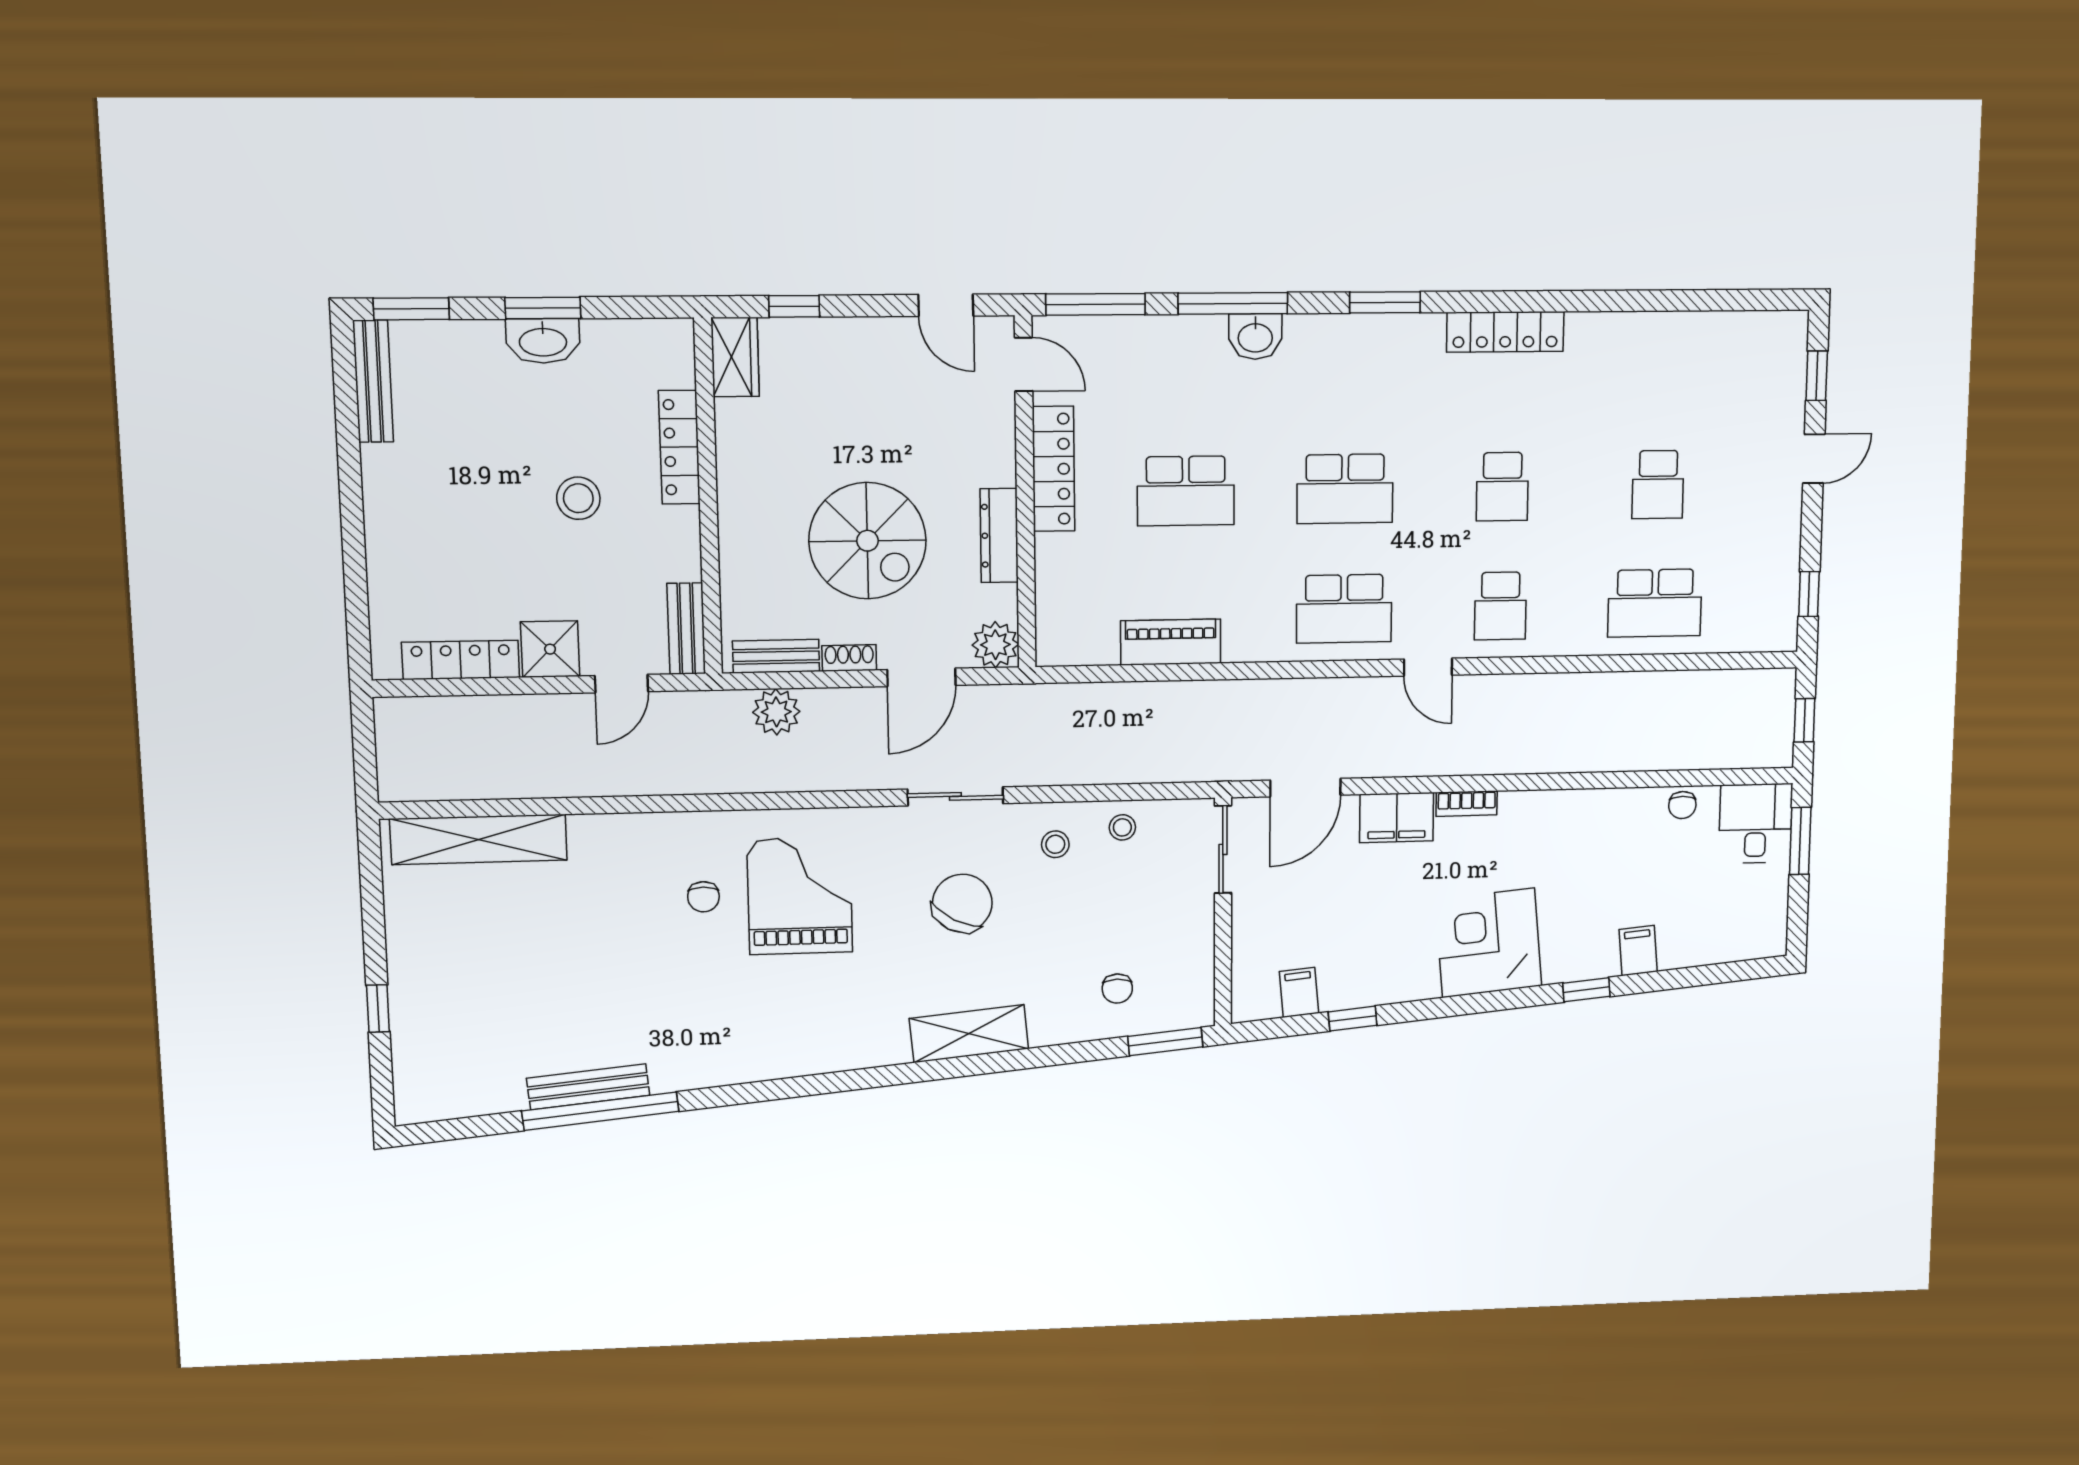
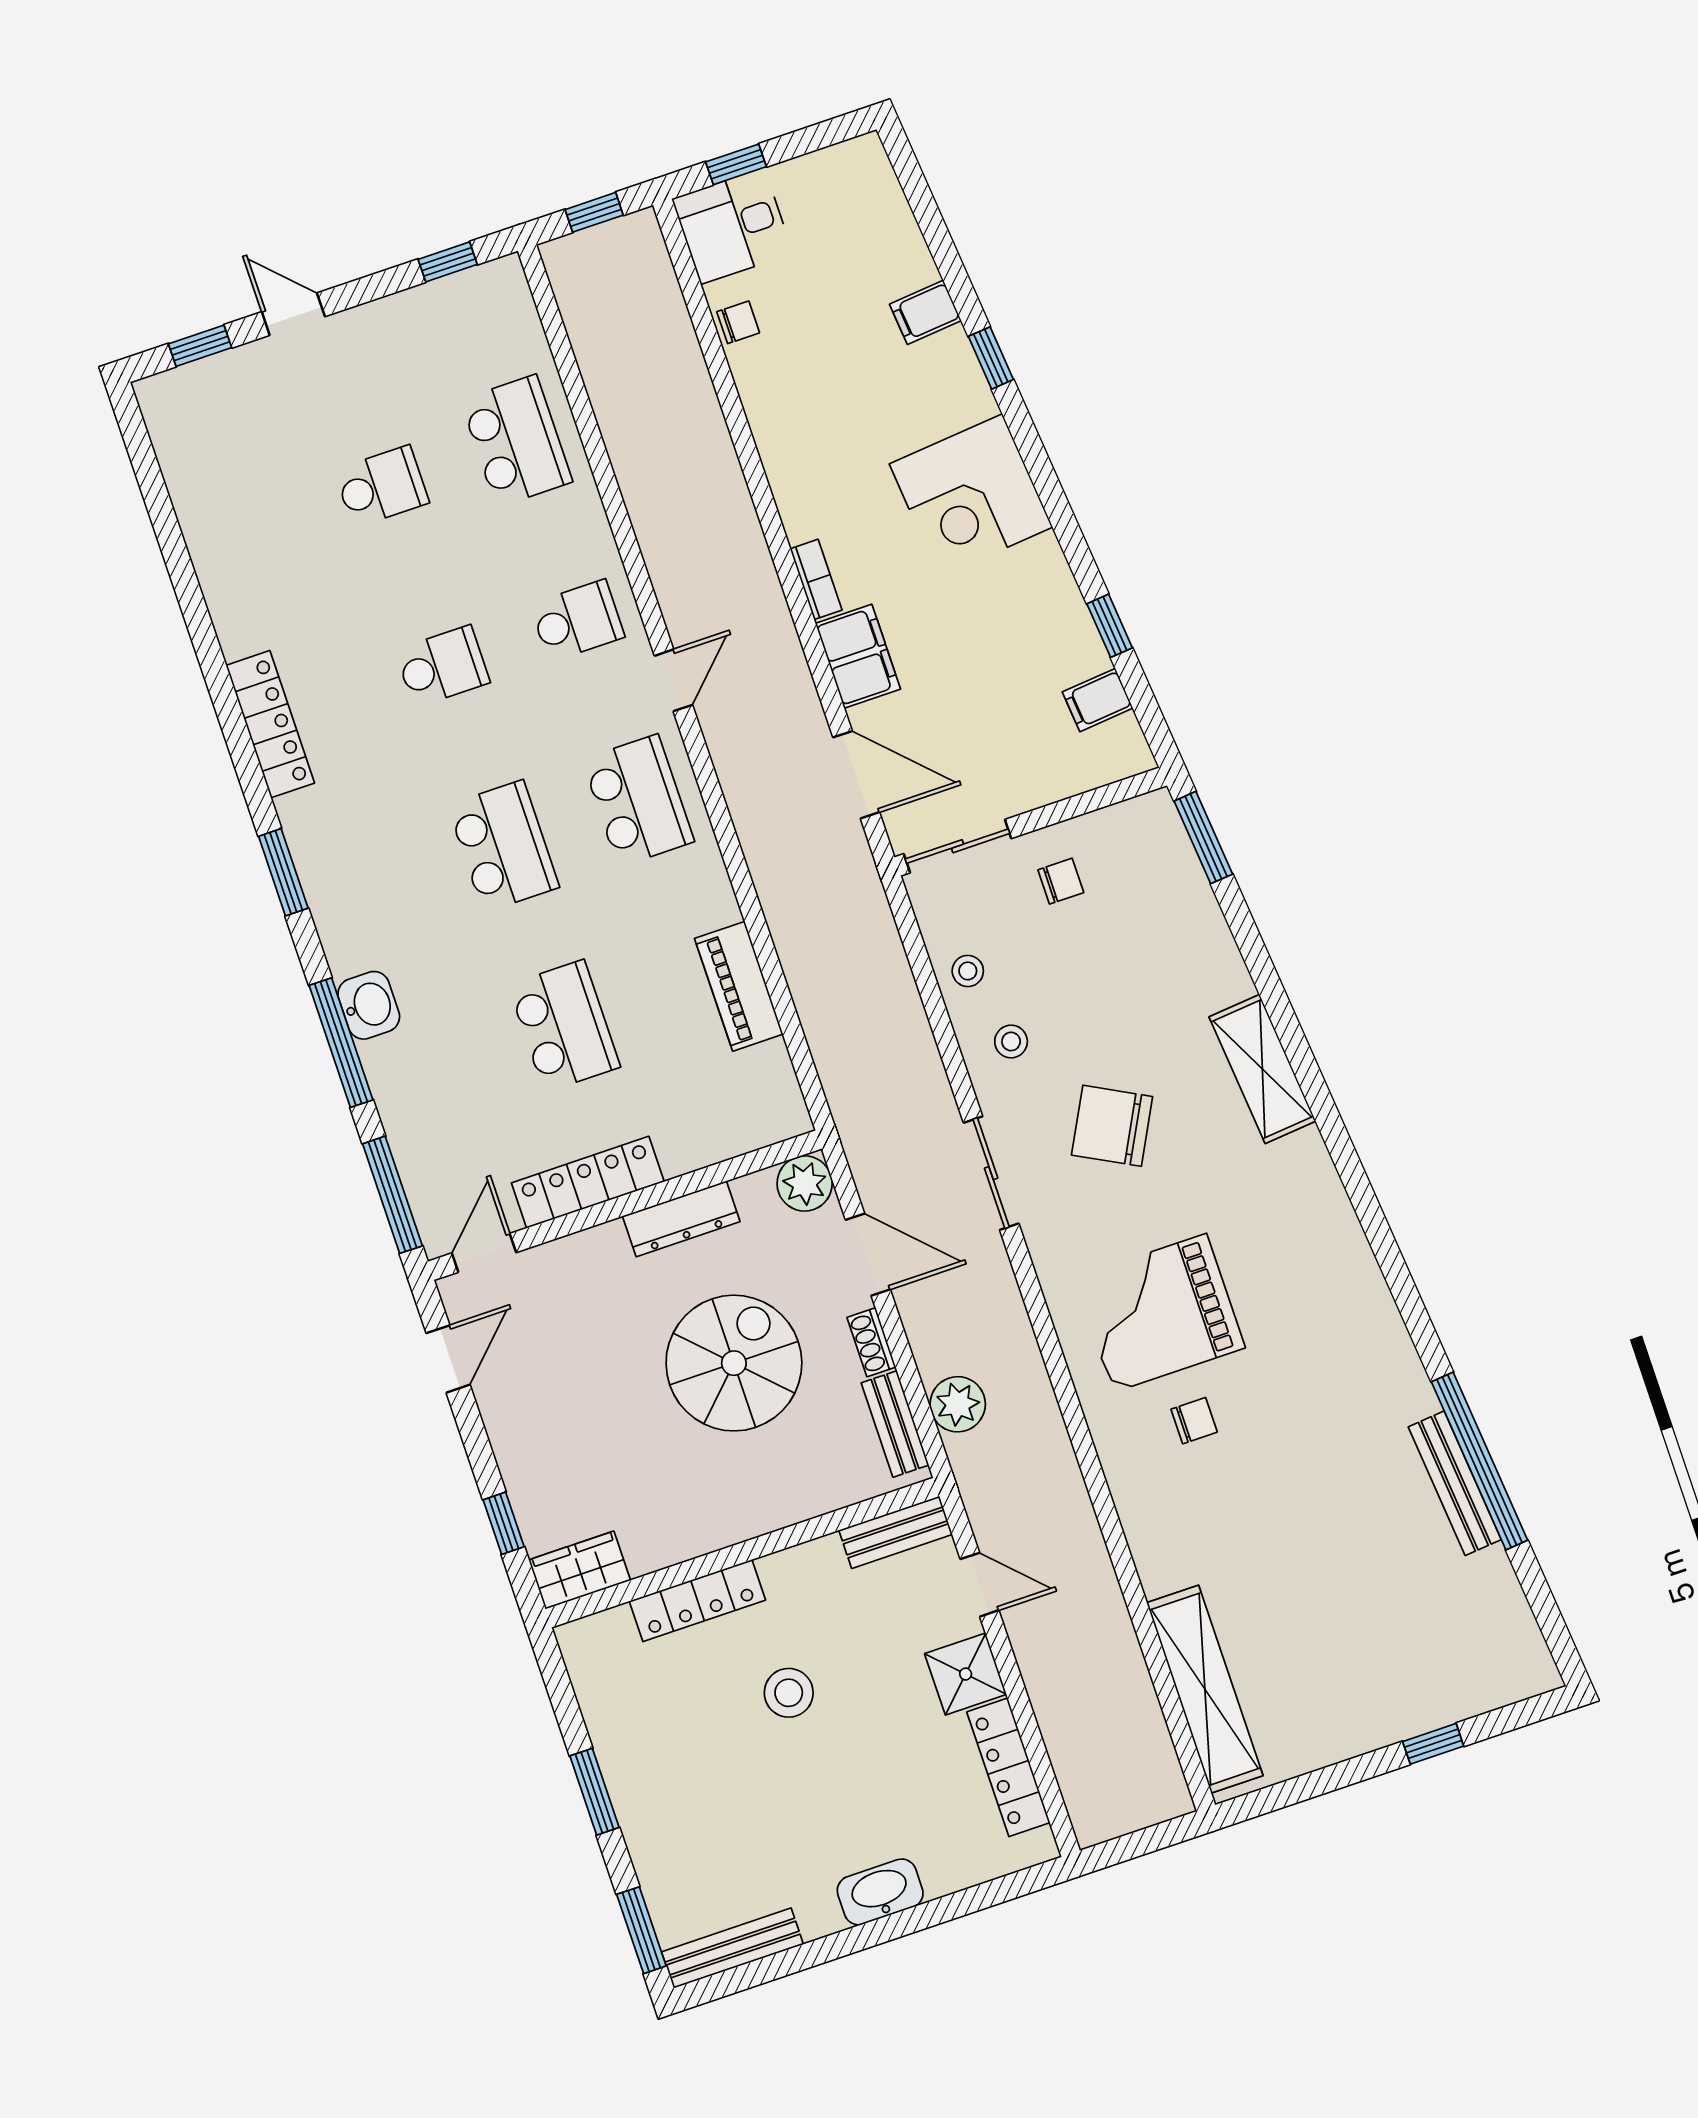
washbasin: (543, 341) -> (880, 1892), moved, turned -90
window: (1800, 841) -> (736, 164), width x0.67
chair: (1117, 989) -> (1061, 881), moved

